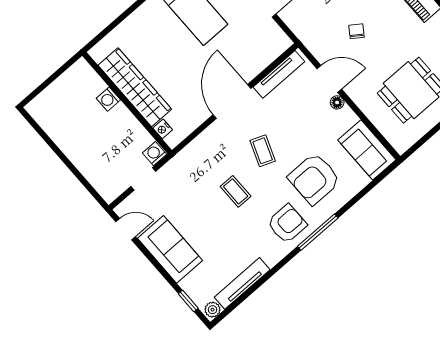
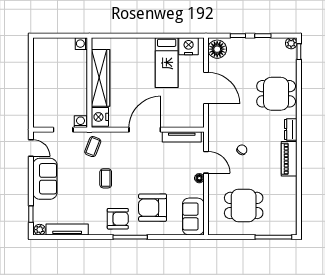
washing machine: (108, 99) -> (81, 44), moved
nightstand: (163, 129) -> (100, 117), width x1.89, depth x1.79
coffee table: (263, 151) -> (93, 147), moved

